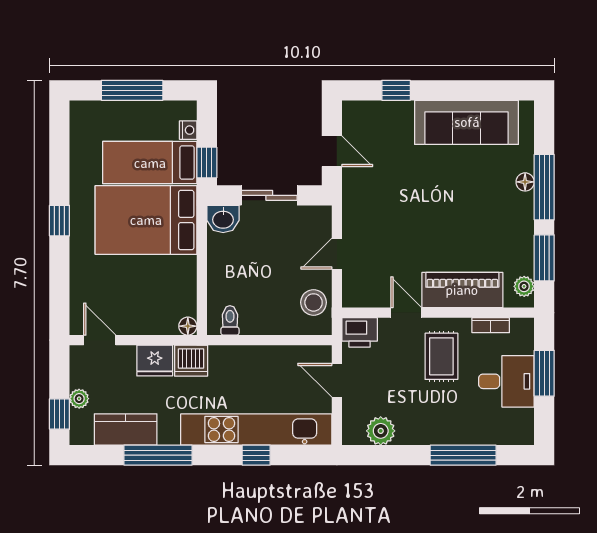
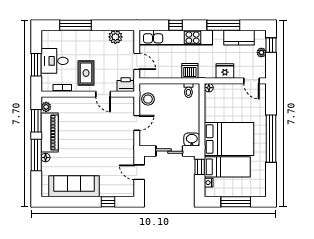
window: (59, 221) -> (271, 139), width x3.17
piano: (462, 290) -> (50, 132), moved, turned -90
dishwasher: (191, 361) -> (190, 71), moved

